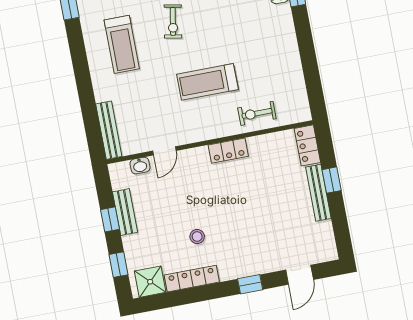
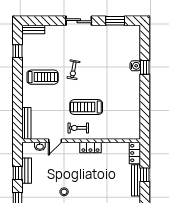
treadmill: (122, 44) -> (43, 77), turned -90
exercise bike: (257, 113) -> (78, 128), moved

